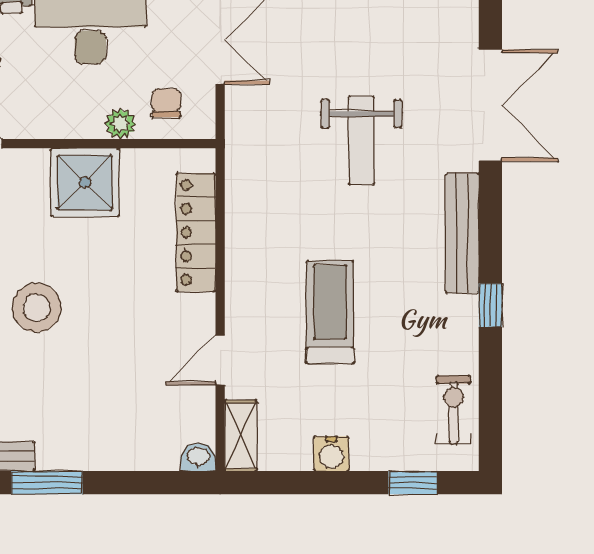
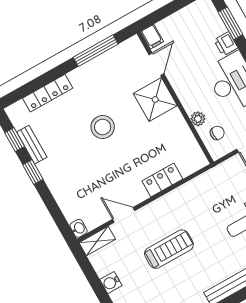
shower: (85, 182) -> (155, 99), moved
locker: (196, 232) -> (162, 180), width x0.66
window: (47, 483) -> (33, 172), width x0.67

